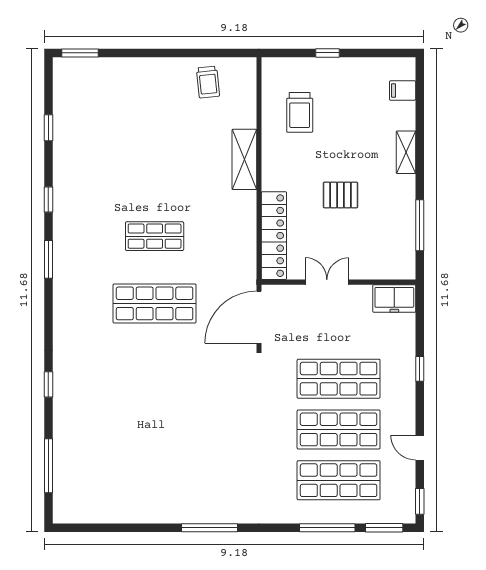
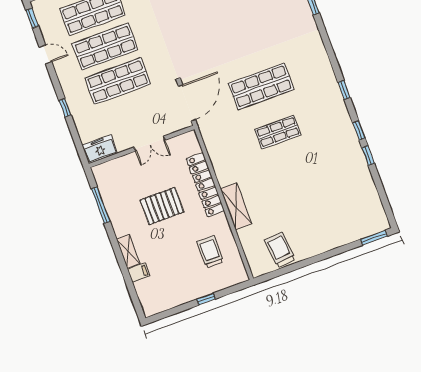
trolley: (208, 82) -> (280, 250), width x1.36, depth x1.39
filing cabinet: (403, 91) -> (139, 273), moved
window: (48, 128) -> (368, 155), moved
pallet: (341, 195) -> (162, 206), width x1.50, depth x1.42
locker: (274, 236) -> (205, 185), moved
window: (48, 259) -> (344, 90), width x0.67

